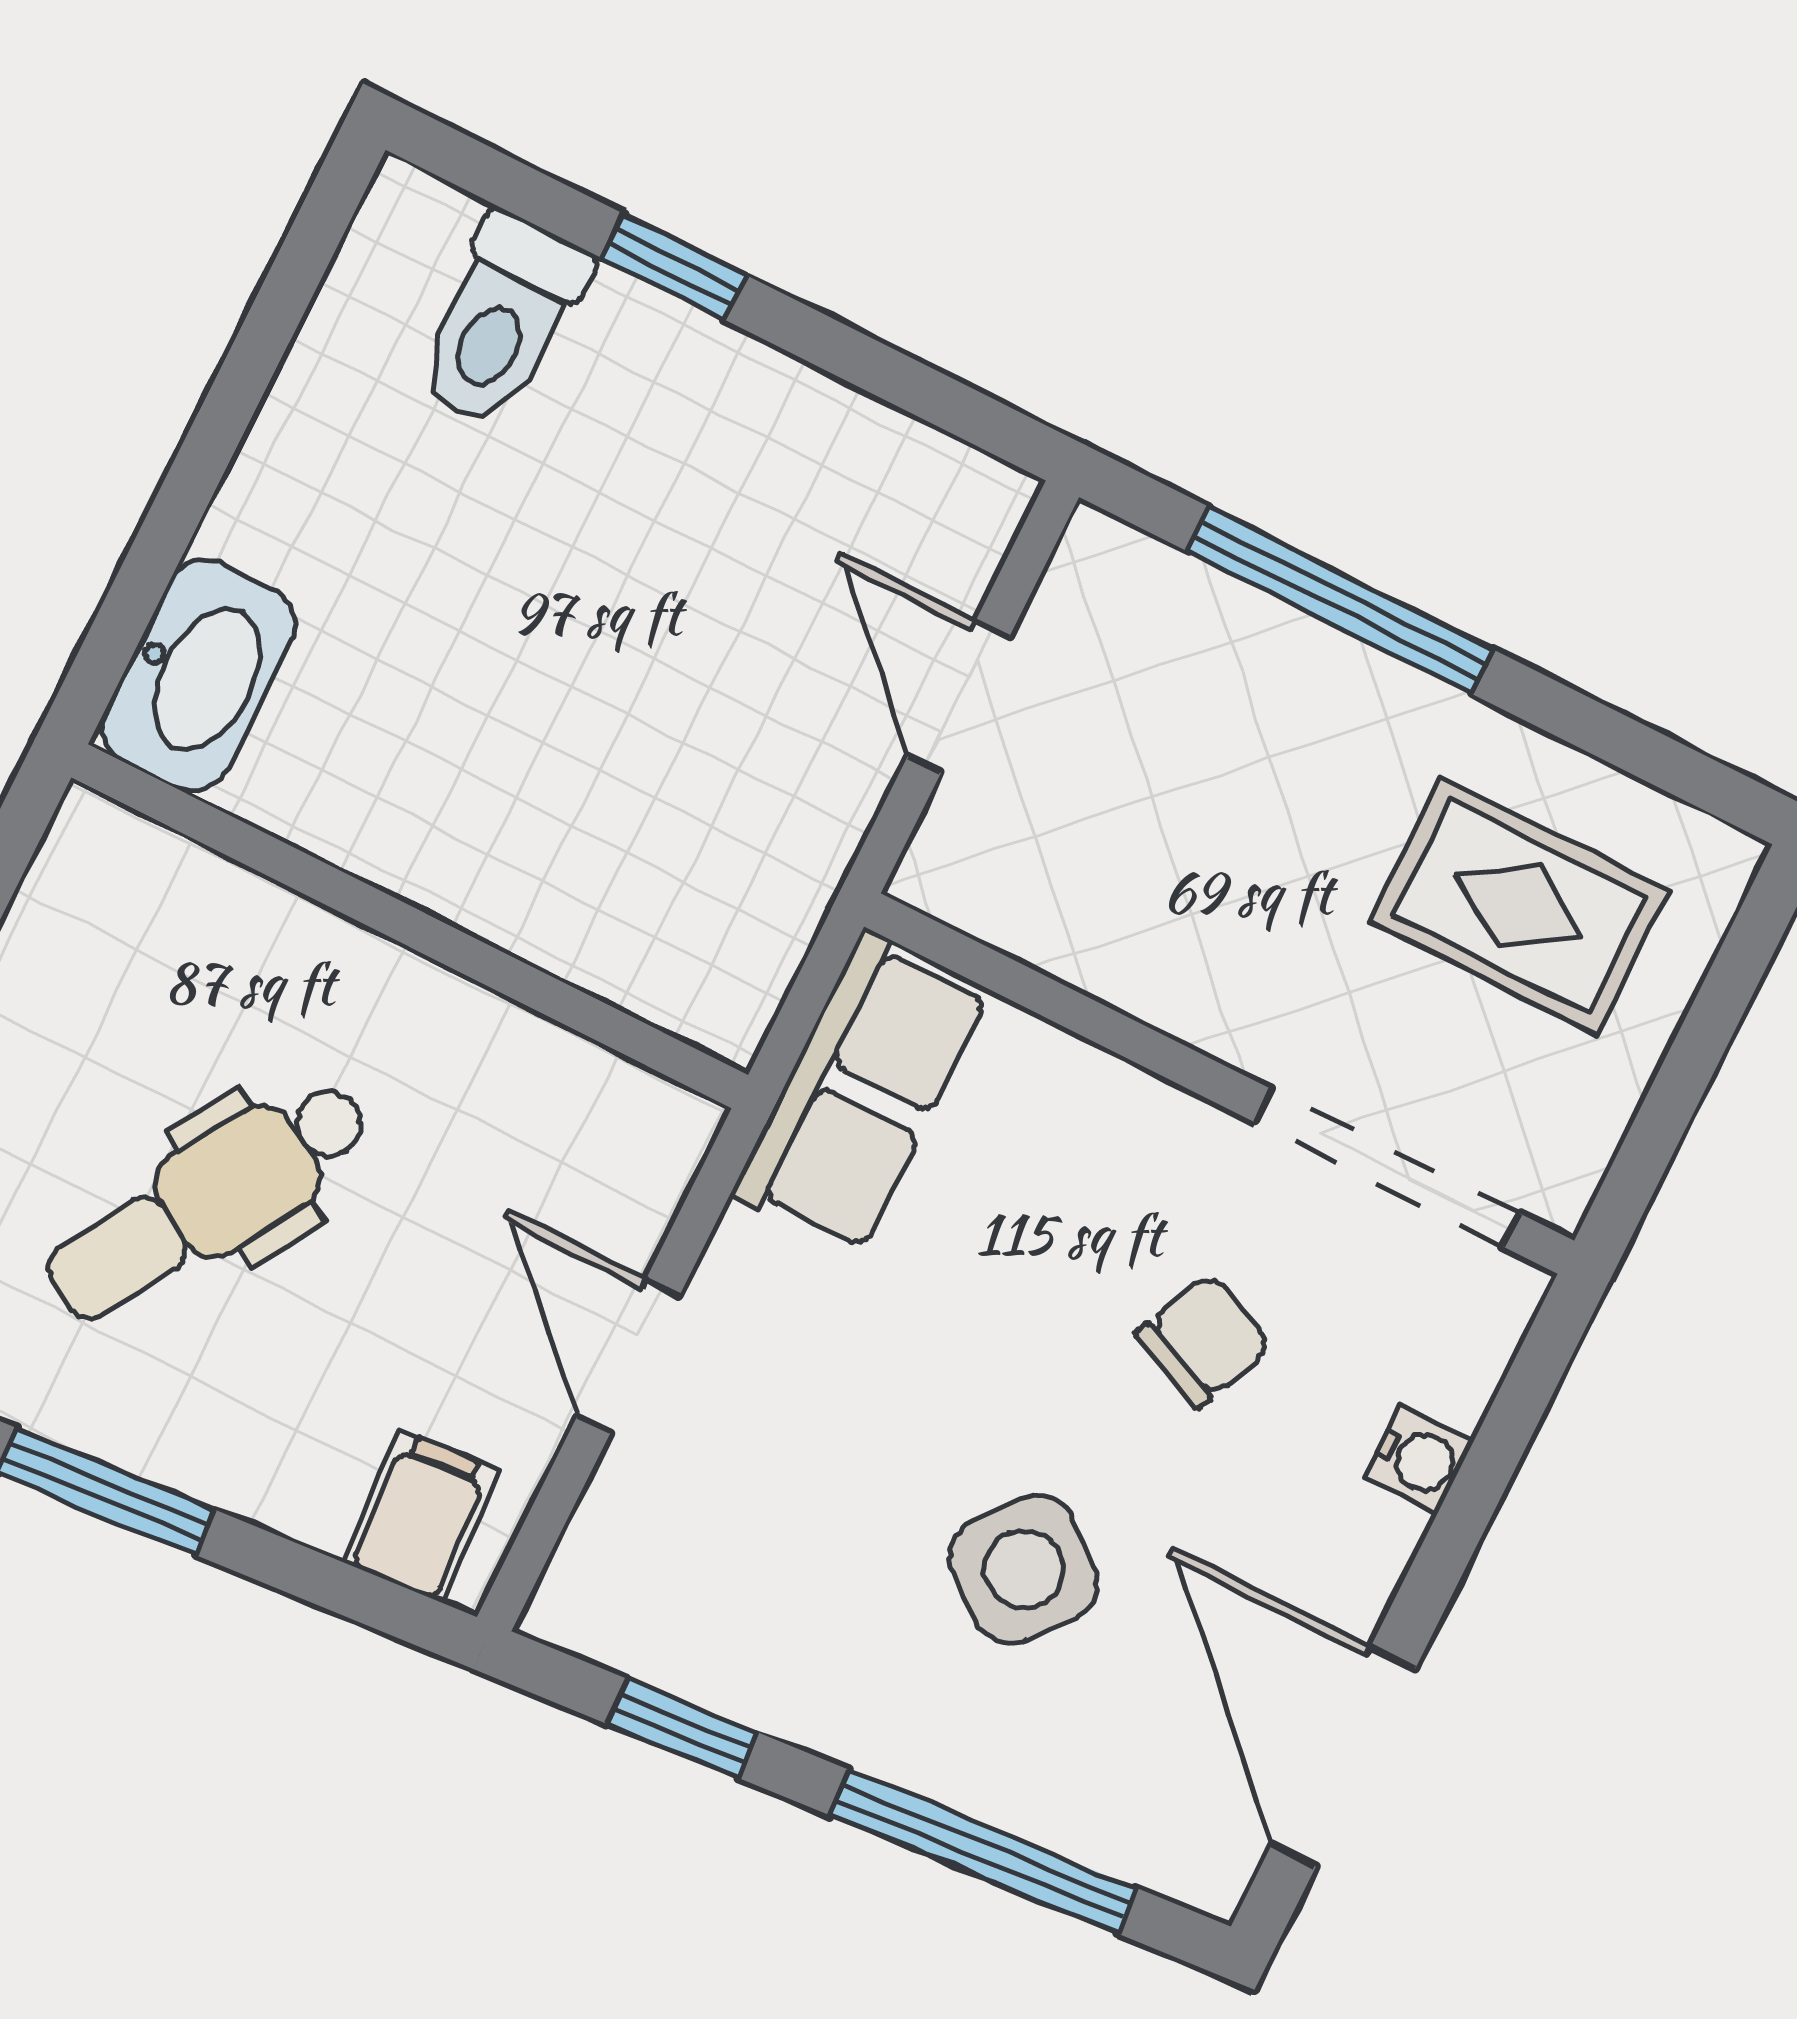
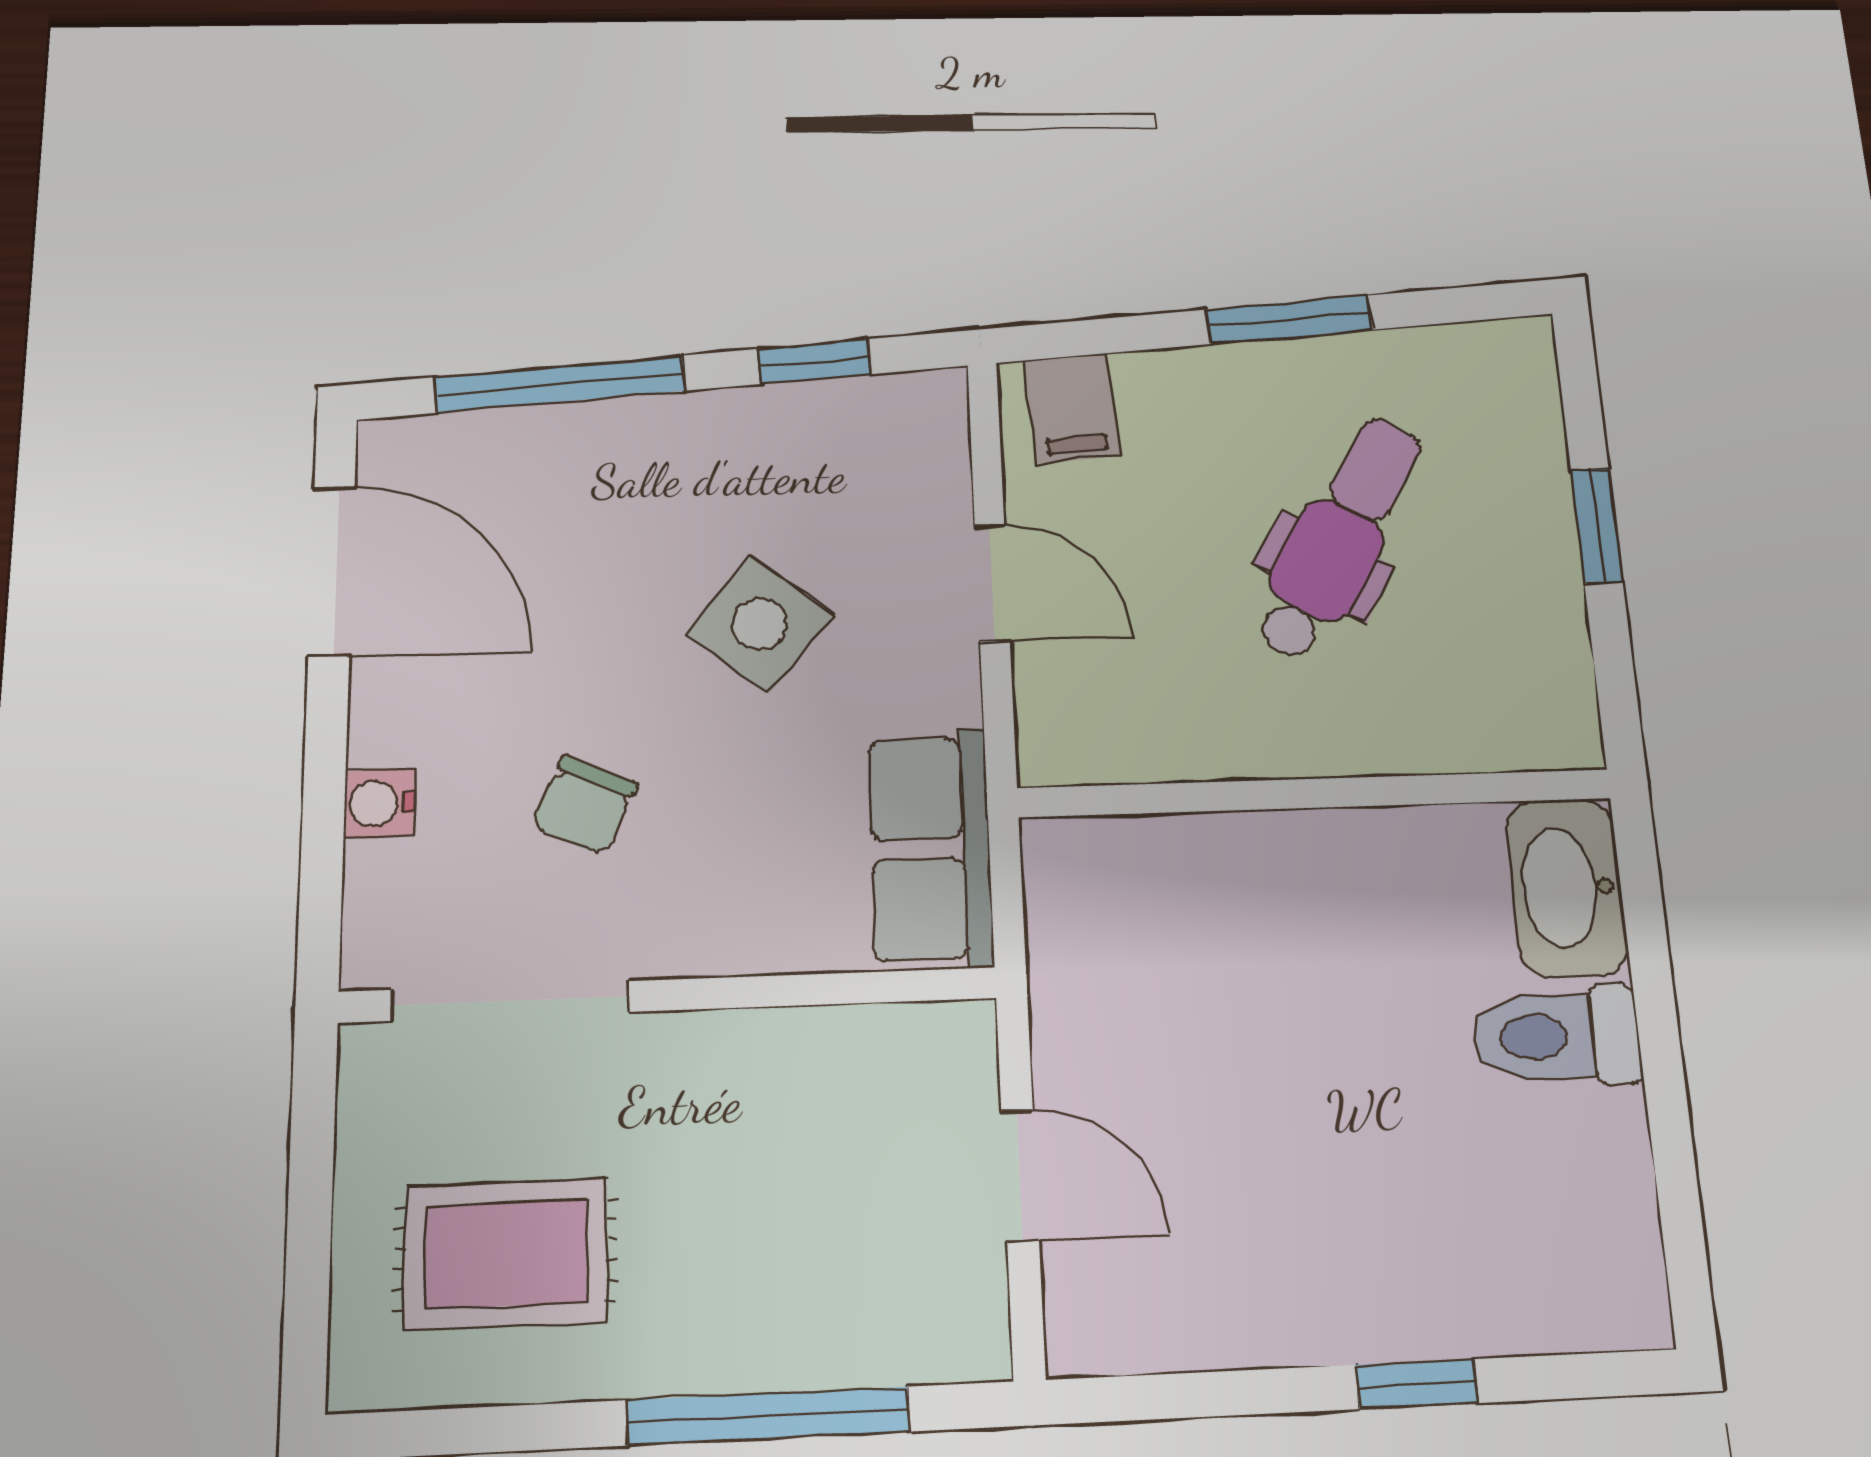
toilet: (501, 321) -> (1556, 1036), moved, turned -90
side table: (1024, 1569) -> (760, 624), moved

